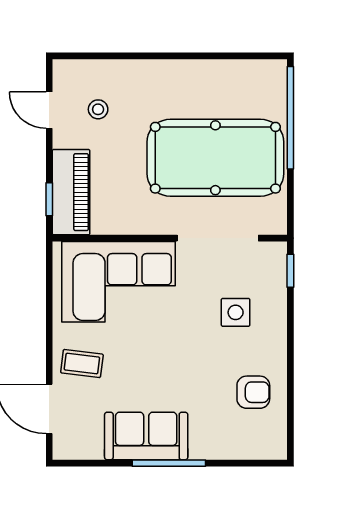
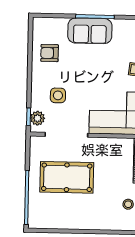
pool table: (215, 158) -> (67, 177), width x0.73, depth x0.76
plant: (273, 268) -> (37, 118), added
sofa: (146, 436) -> (90, 31), moved

